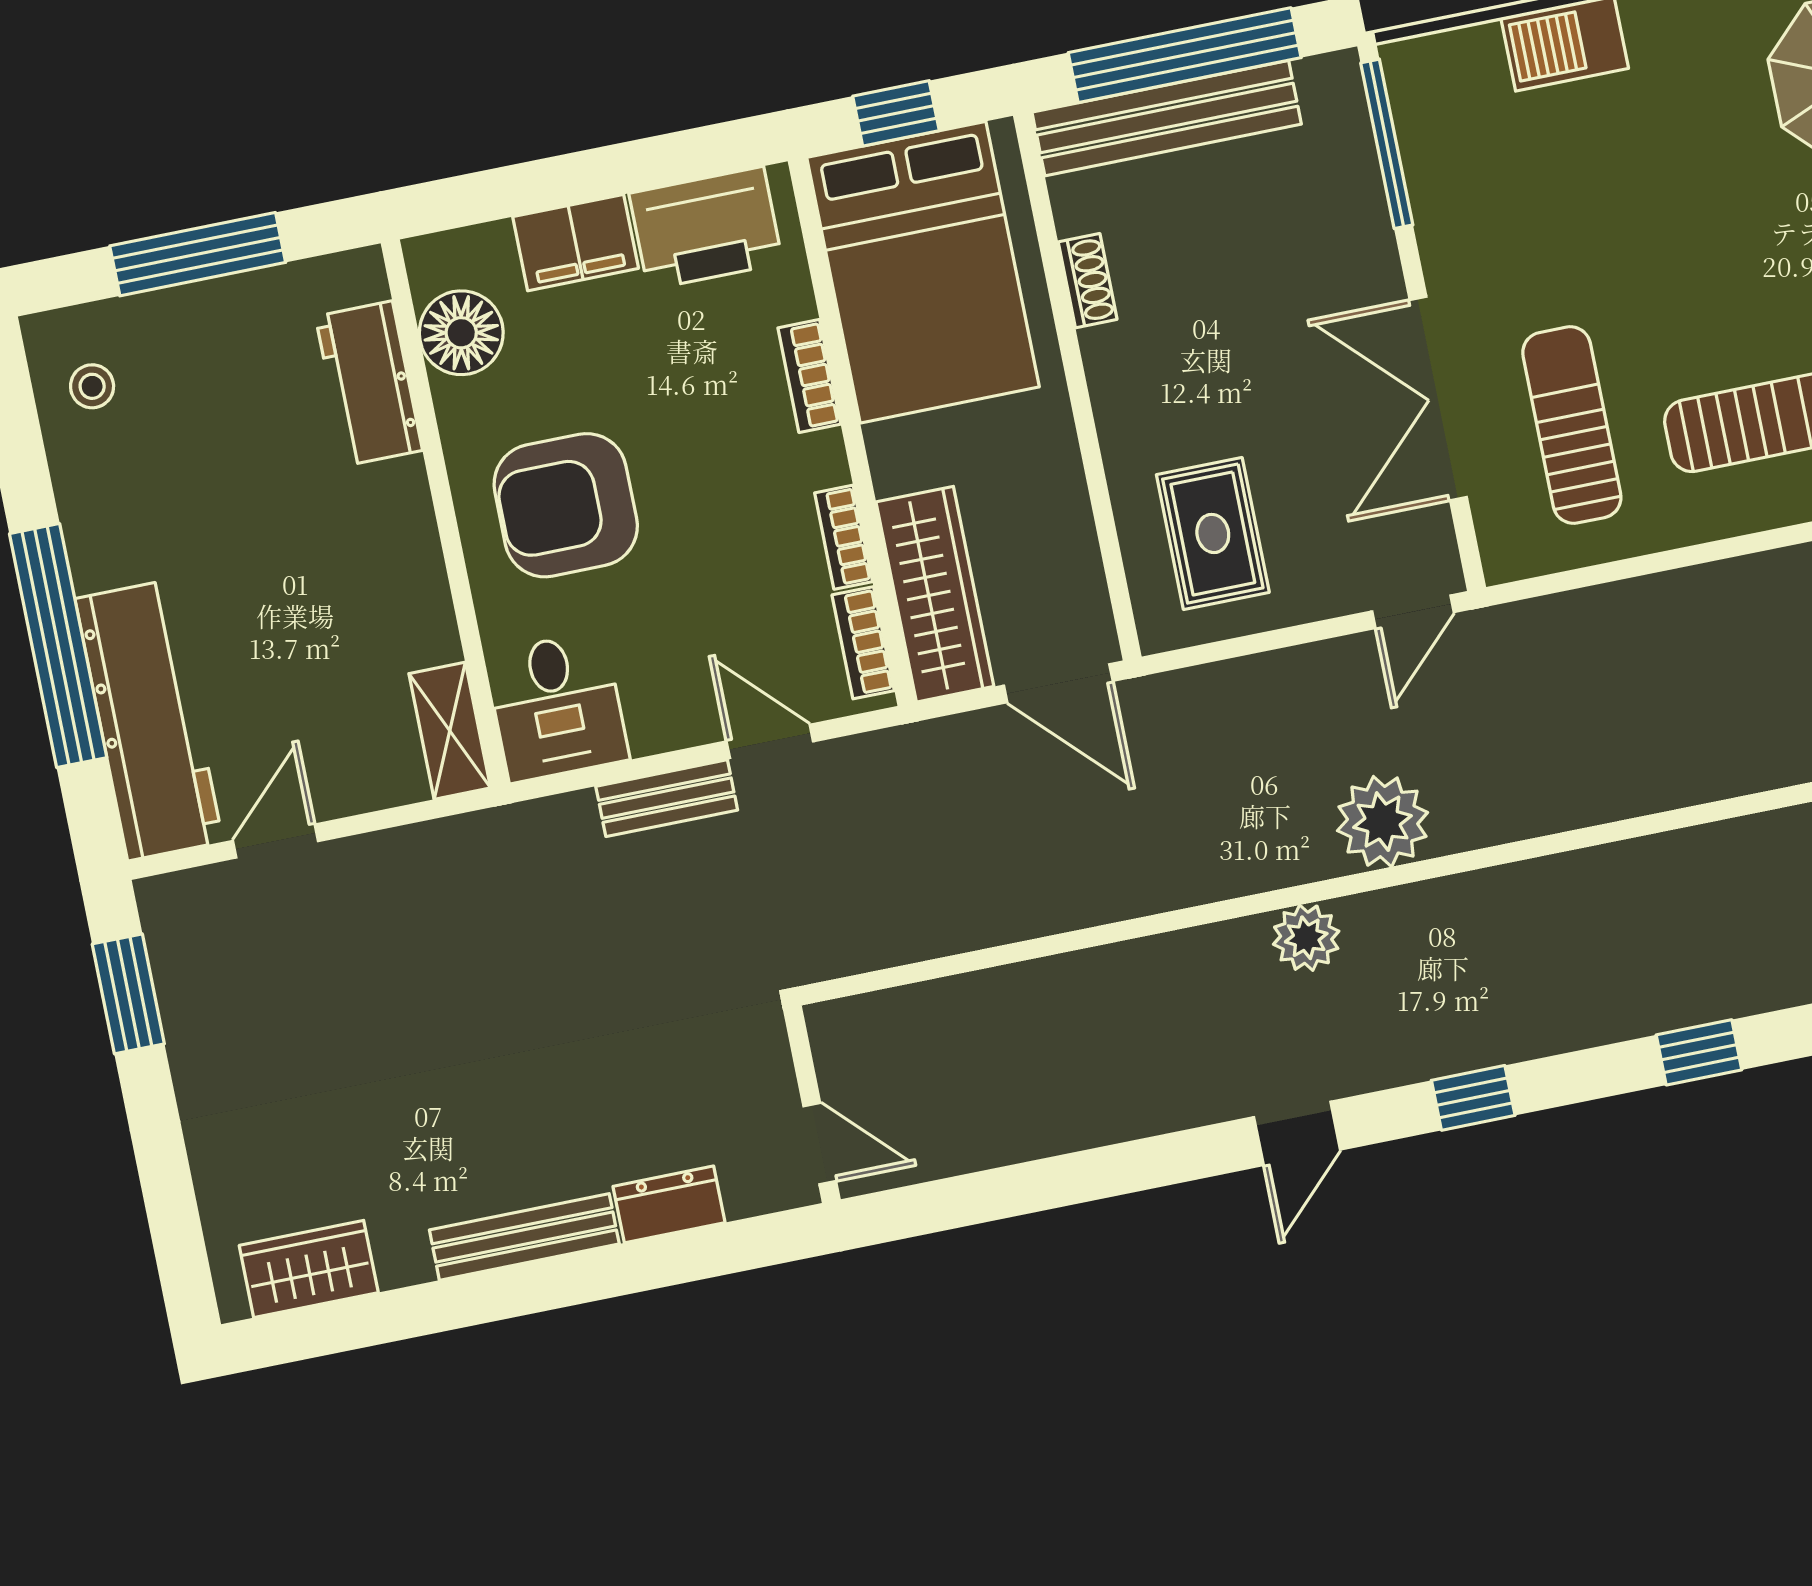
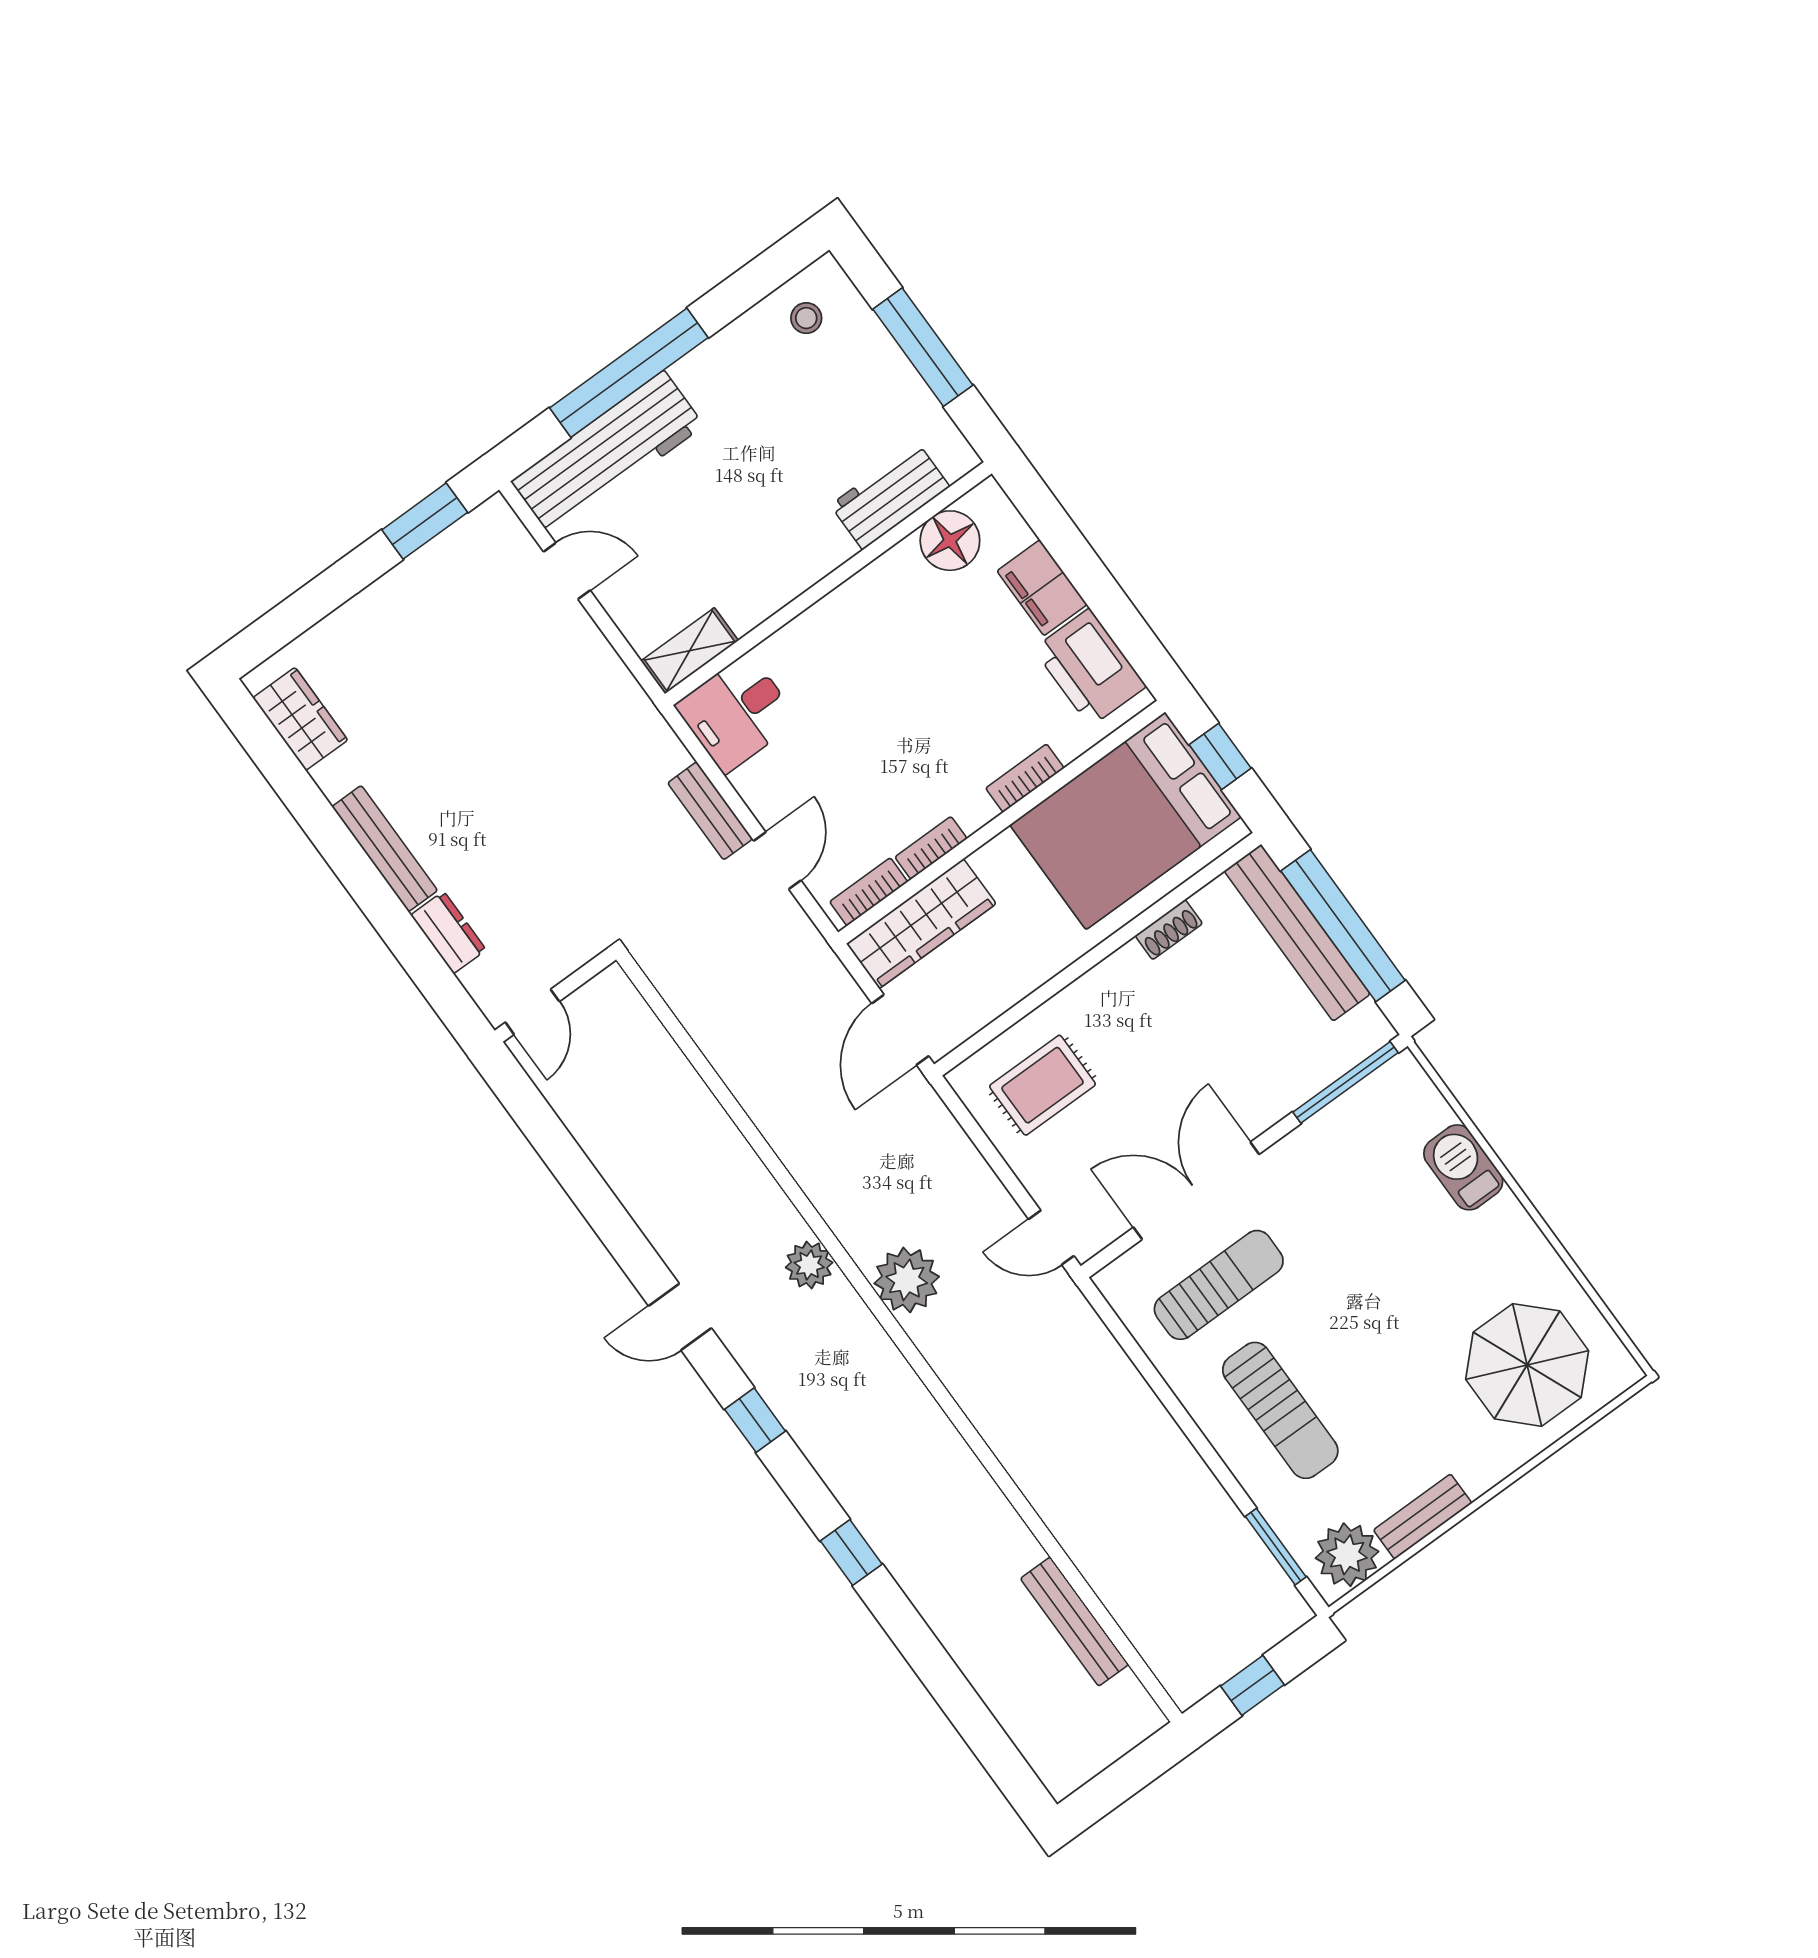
armchair: (566, 505) -> (870, 659), removed

